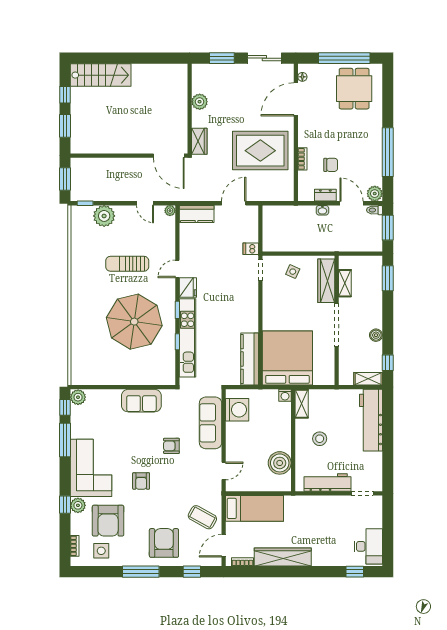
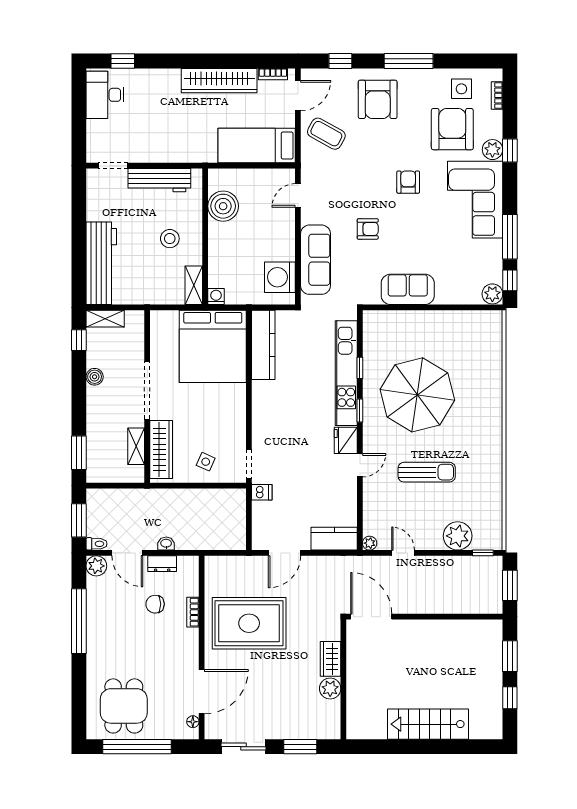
stairs: (101, 75) -> (428, 724), moved
wardrobe: (199, 141) -> (331, 659), moved

